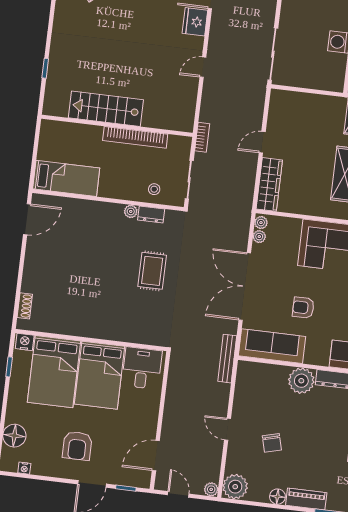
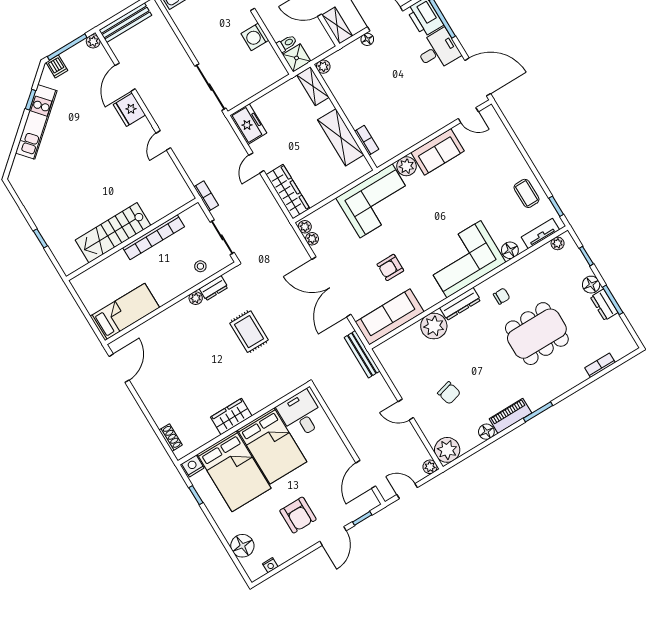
freezer: (280, 107) -> (248, 124), added
wardrobe: (86, 327) -> (231, 416), added

